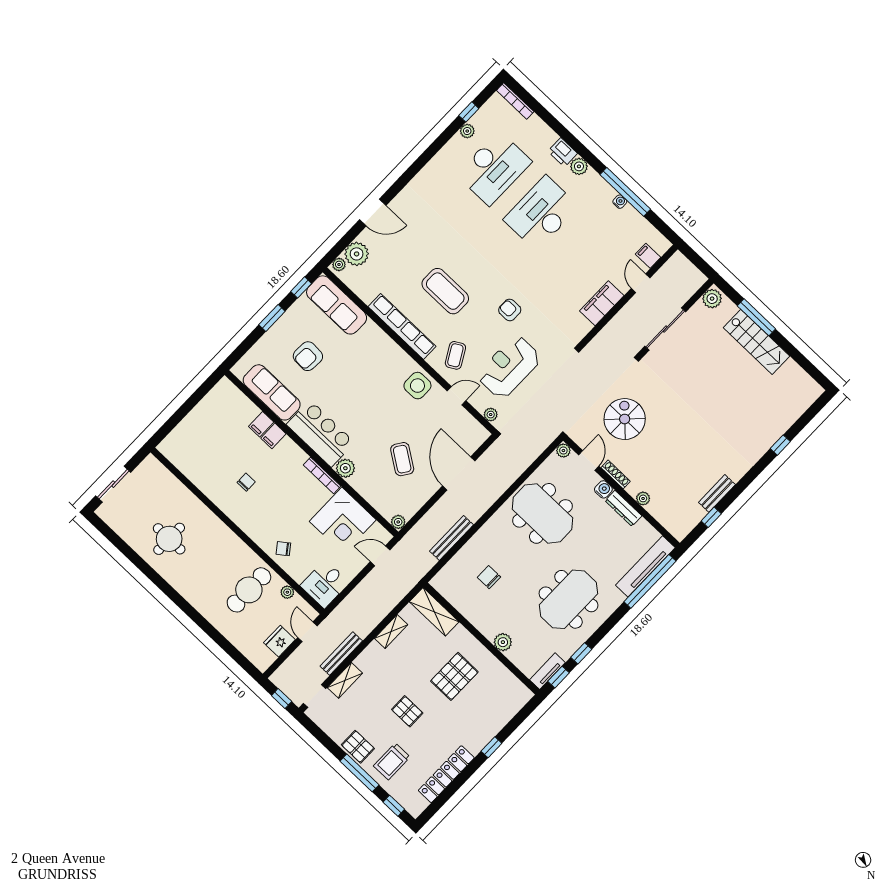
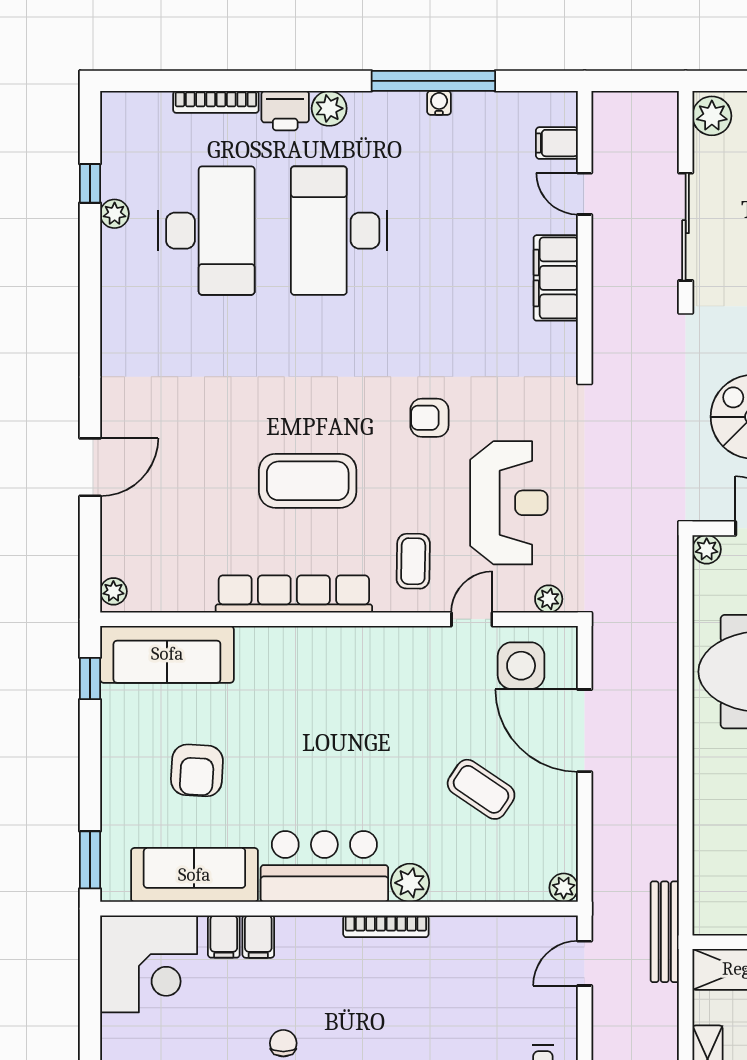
bookcase: (515, 101) -> (216, 102), moved
plant: (357, 254) -> (125, 551), removed
window: (272, 318) -> (90, 860), moved
coffee table: (455, 355) -> (413, 561), turned 31
reception desk: (509, 367) -> (509, 503), turned 180
side table: (417, 386) -> (521, 666), moved
corner desk: (343, 521) -> (149, 964), moved
bench: (451, 538) -> (665, 932), moved

